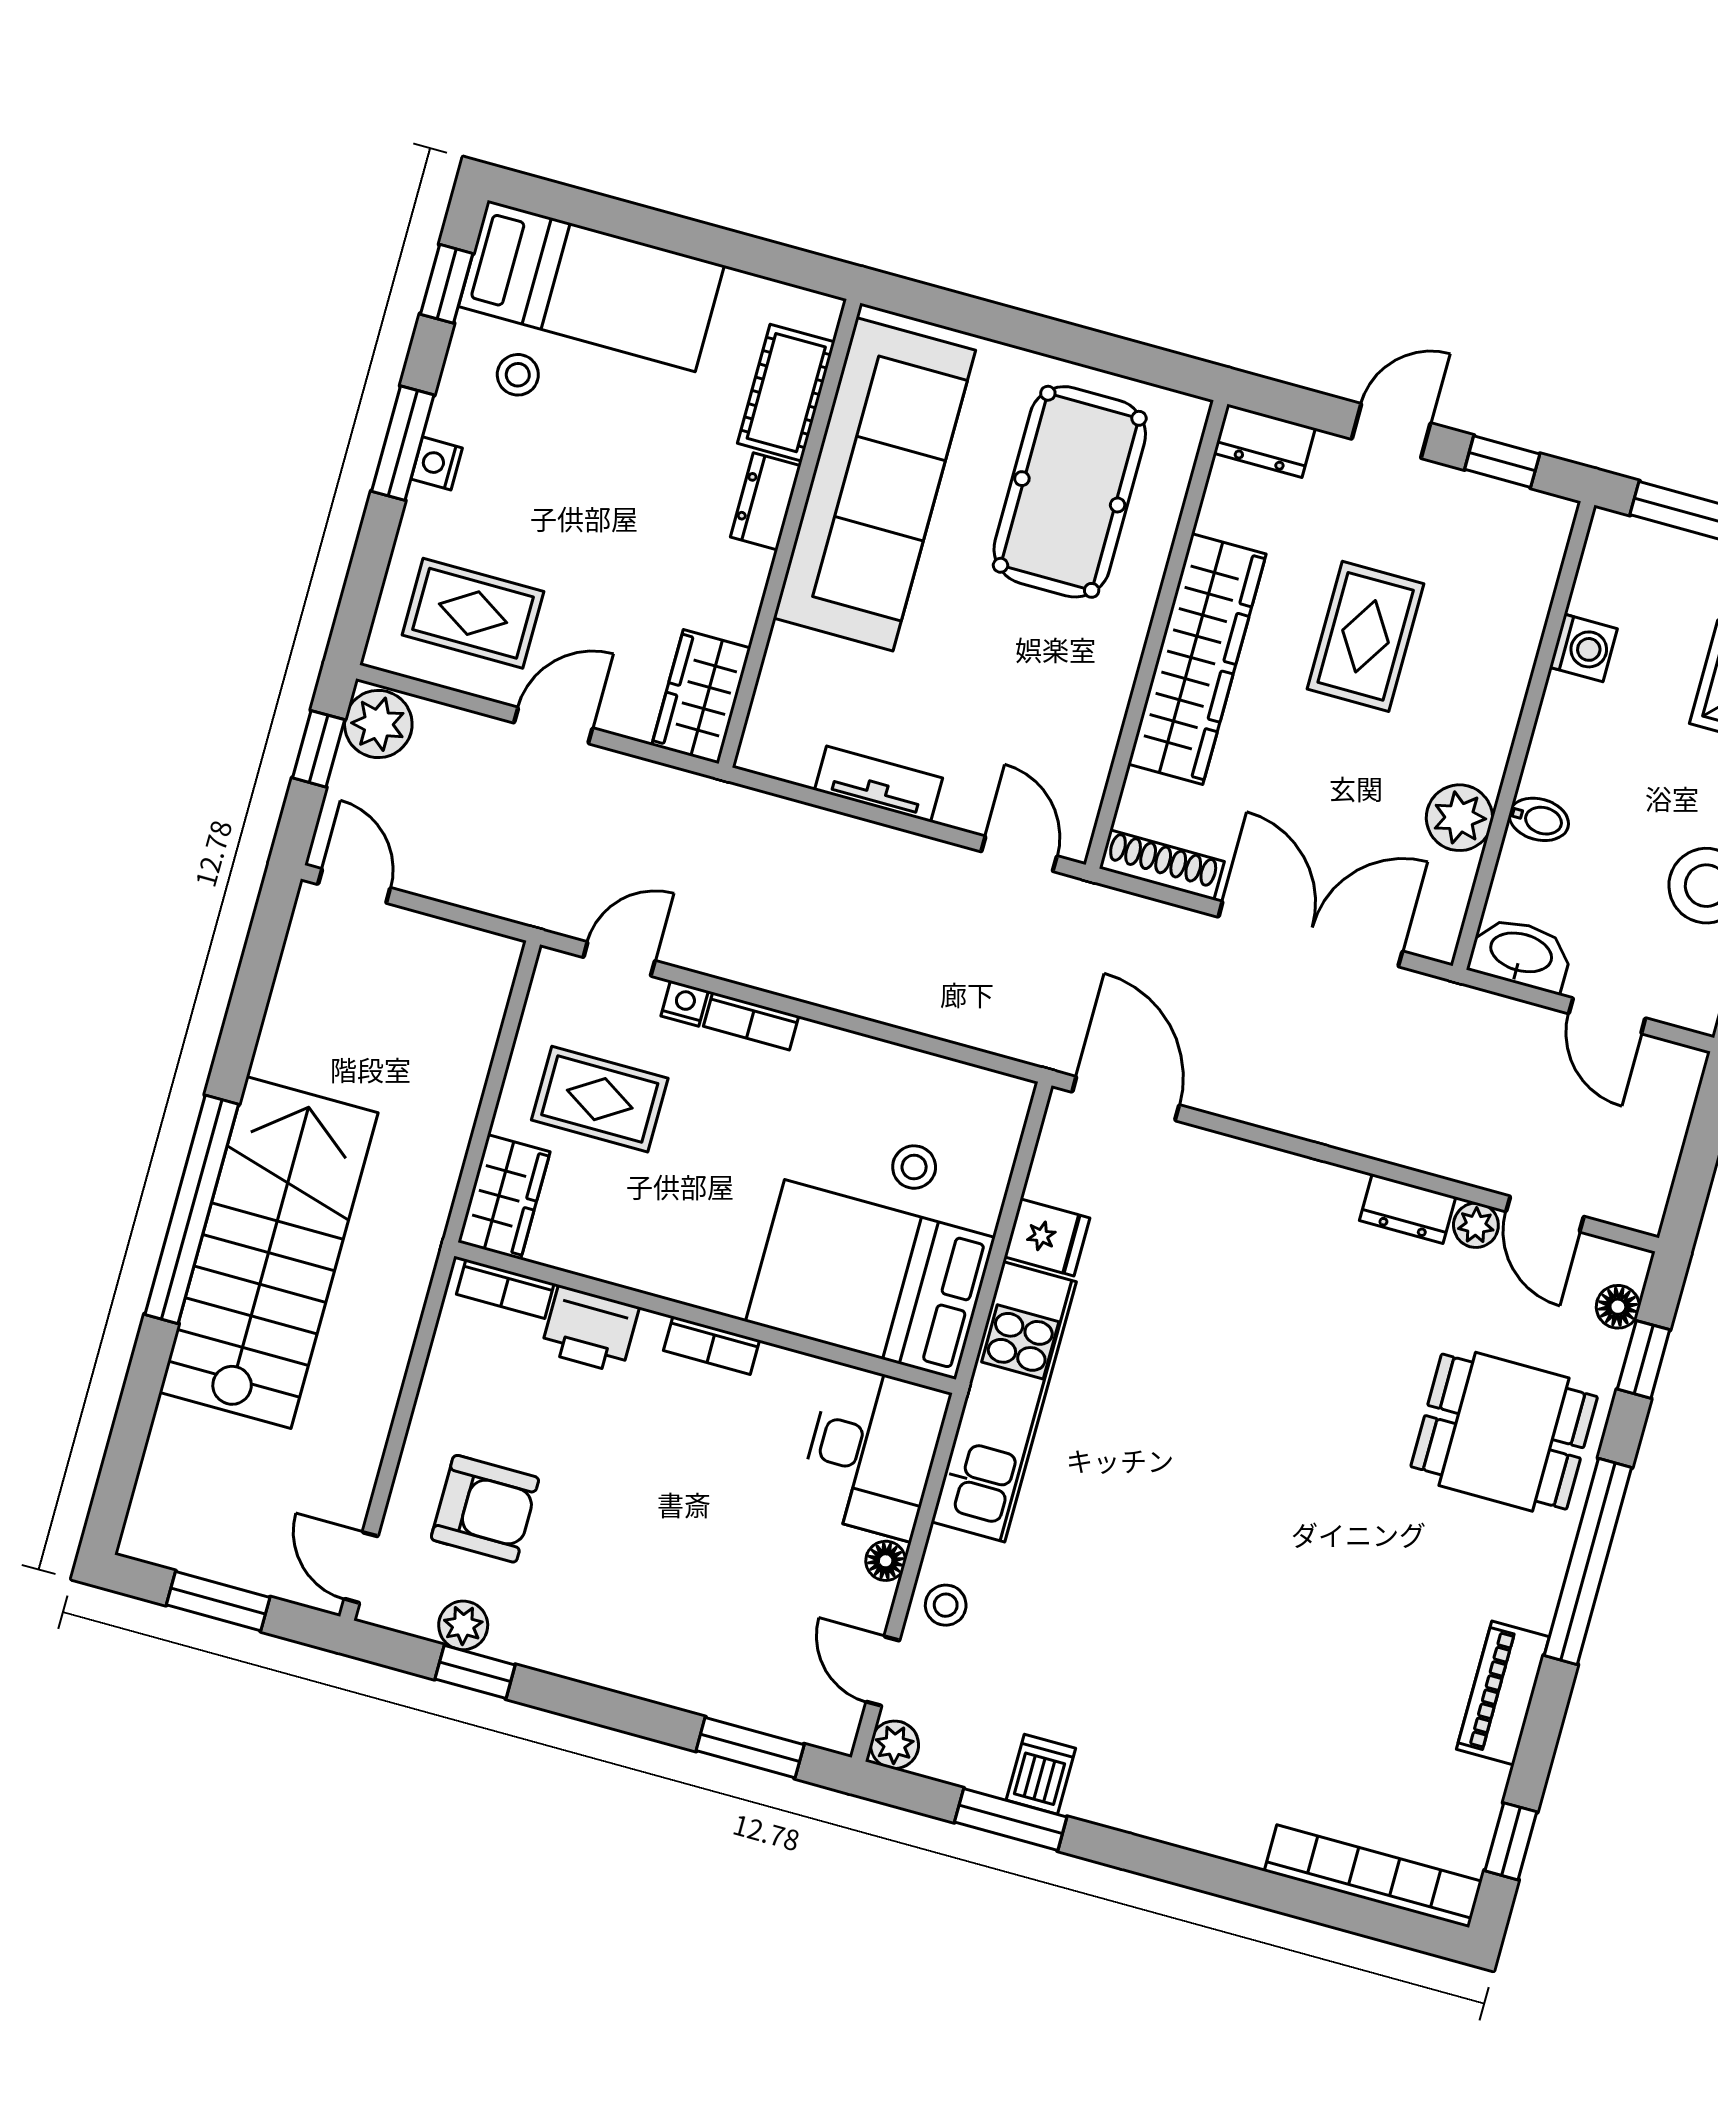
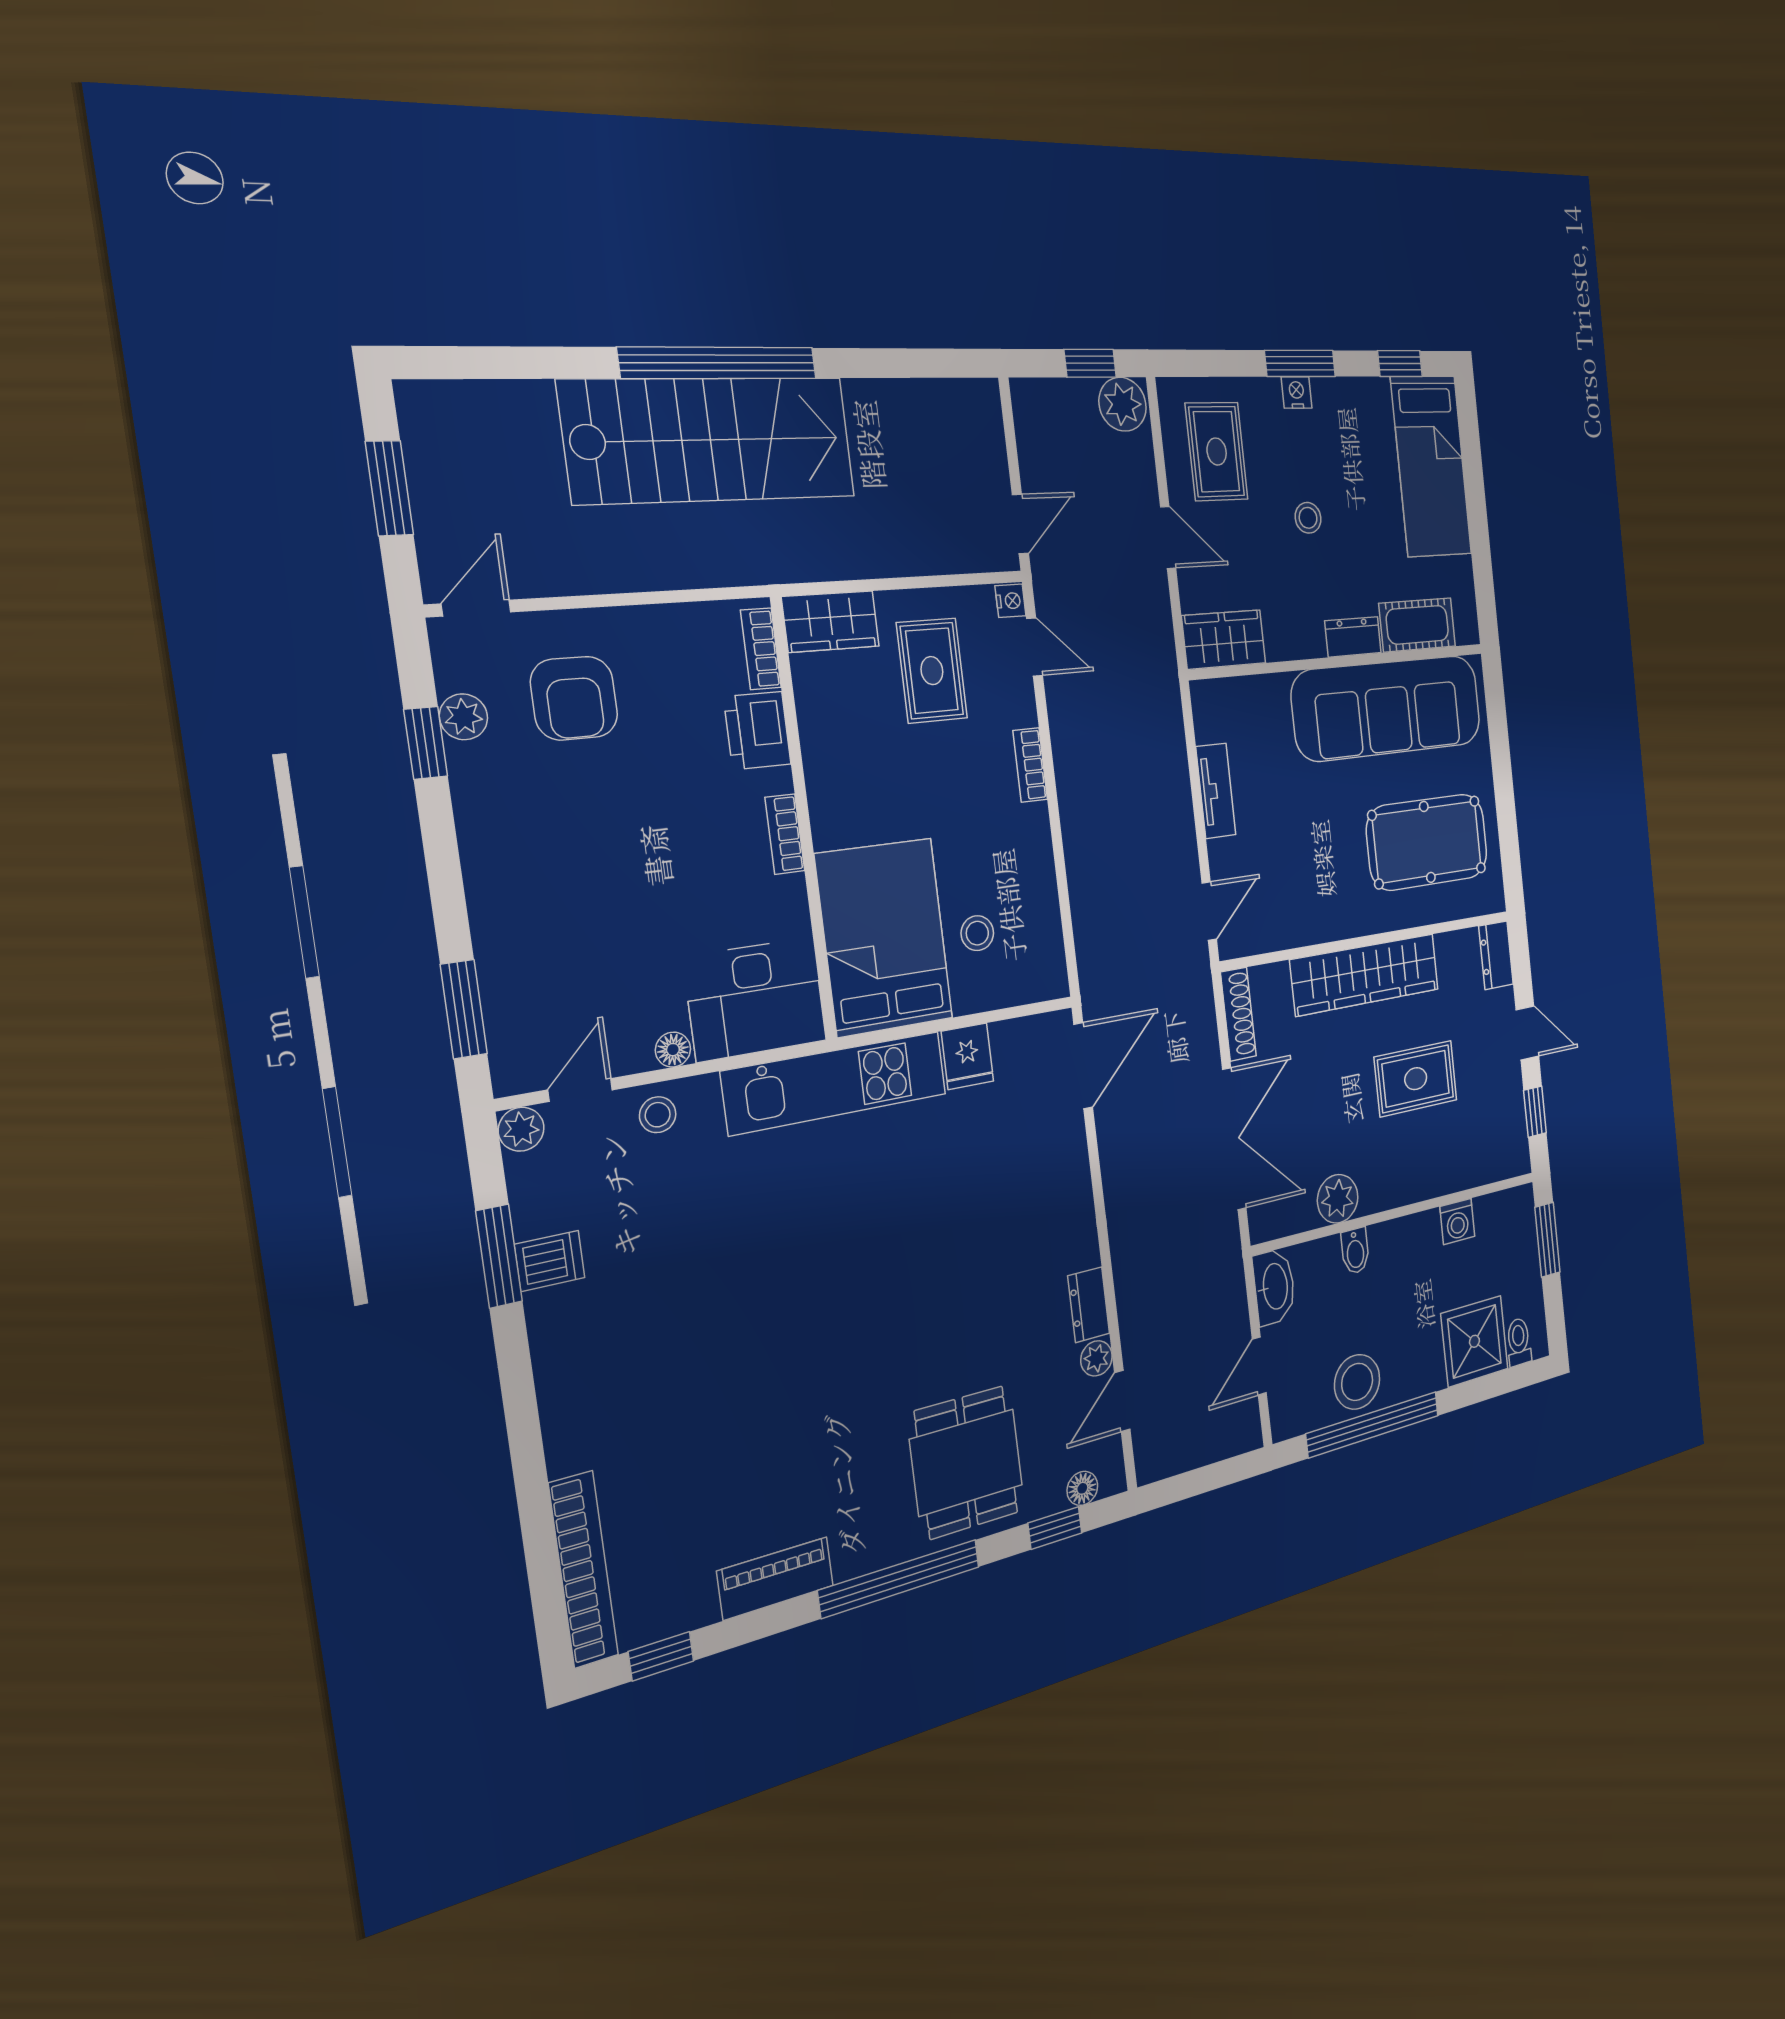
stool: (518, 375) -> (1308, 518), moved
door: (354, 886) -> (1020, 524), moved
nightstand: (685, 1003) -> (1011, 601), moved

